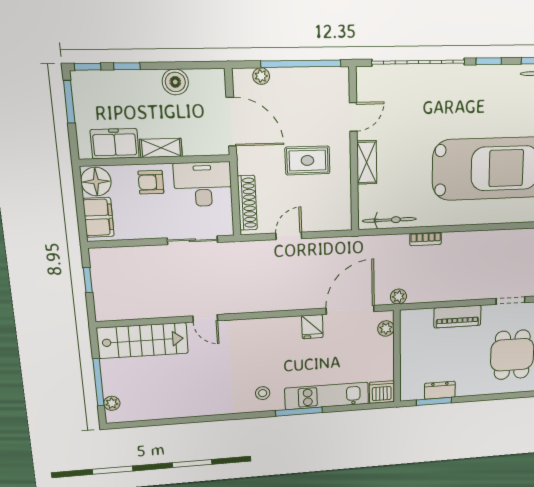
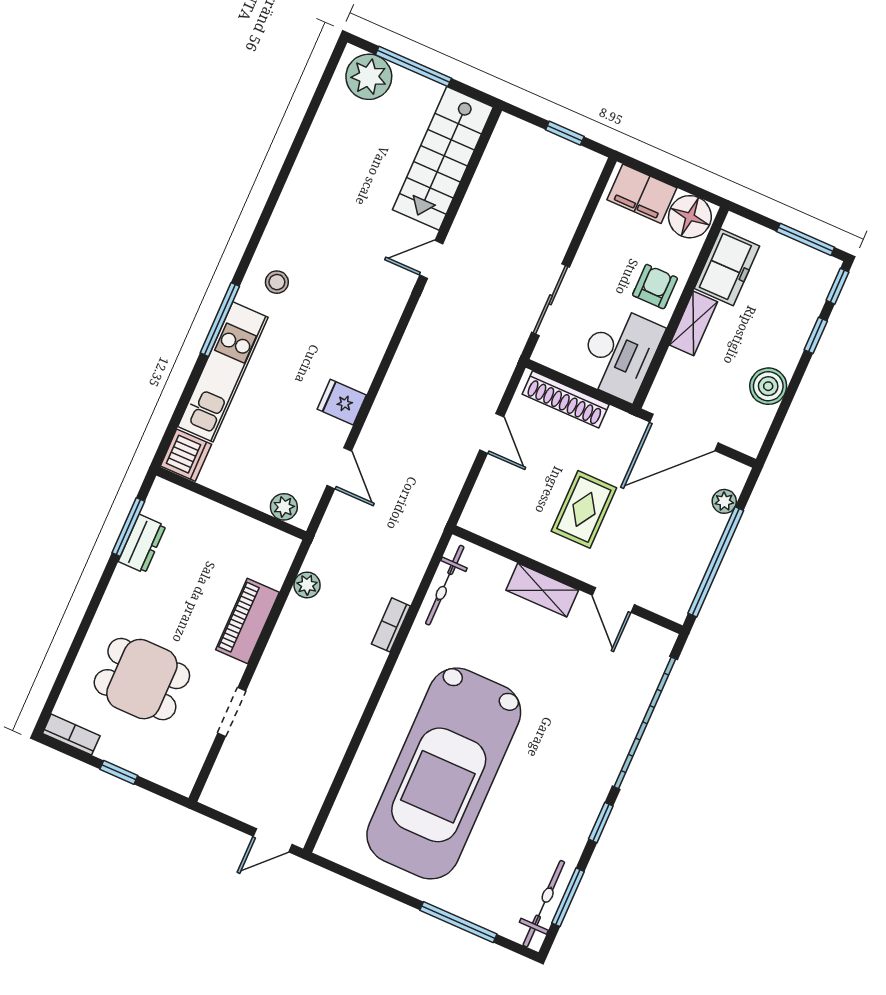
plant: (398, 297) -> (307, 585), moved
door: (350, 310) -> (339, 468), width x0.53
plant: (112, 403) -> (369, 77), width x1.87, depth x1.87

